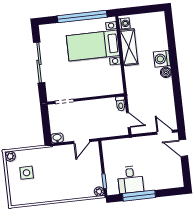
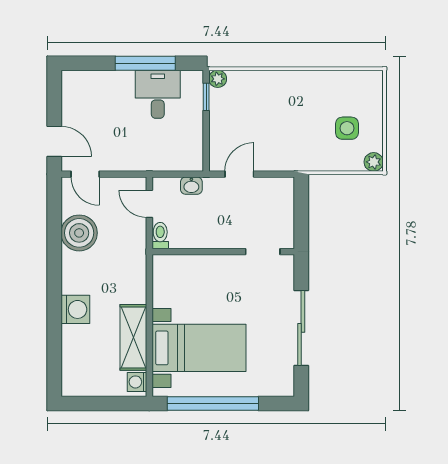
boiler: (166, 72) -> (79, 233), moved, width x1.86, depth x1.86
washbasin: (57, 138) -> (191, 186), moved

